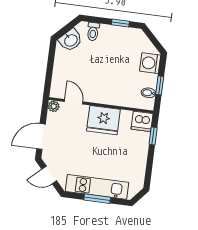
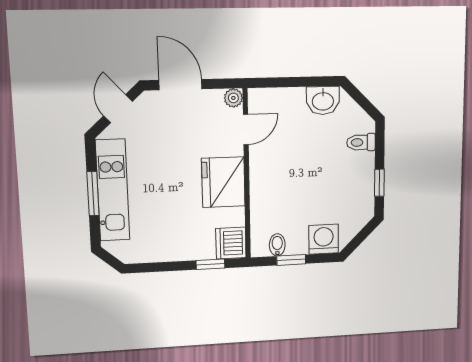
washbasin: (71, 40) -> (323, 101), moved, turned -45

